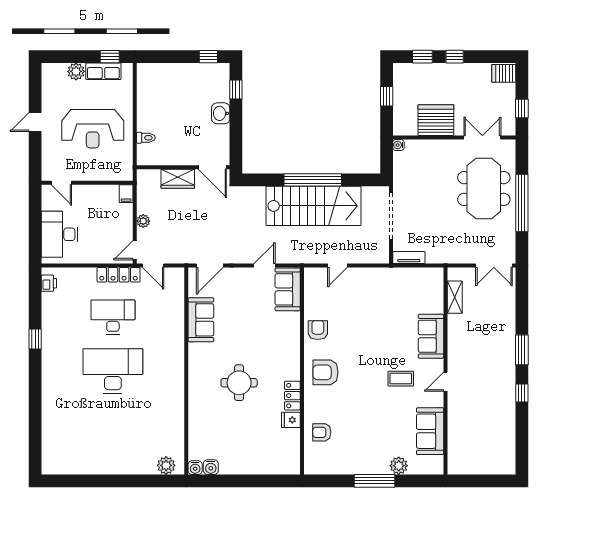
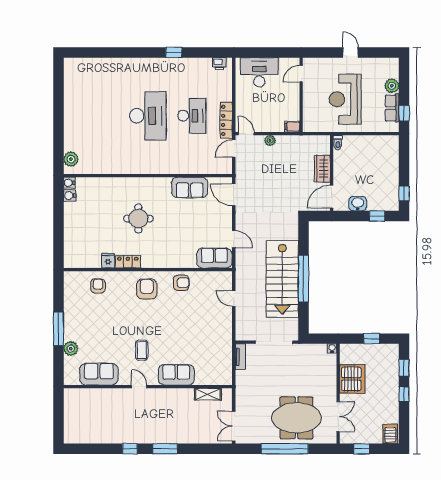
wall: (183, 167) -> (332, 173), moved
door: (212, 167) -> (332, 197), moved
wardrobe: (178, 179) -> (322, 169), moved

